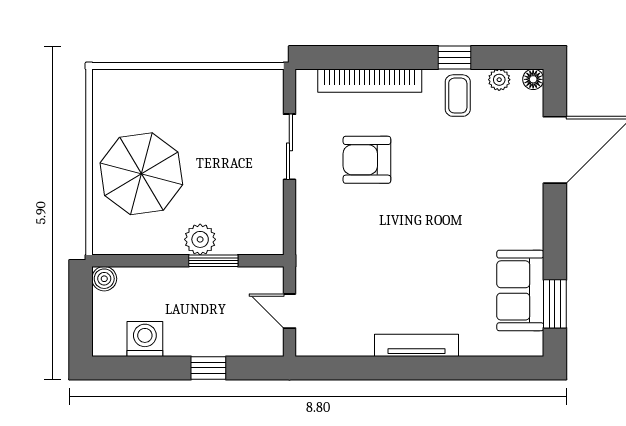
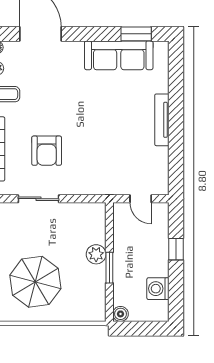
parasol: (141, 174) -> (35, 282), moved
window: (213, 261) -> (109, 268), moved
sofa: (520, 290) -> (119, 55), width x1.36
door: (289, 311) -> (141, 199), hinge flipped

